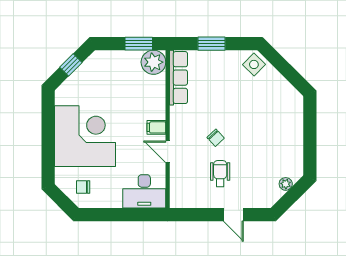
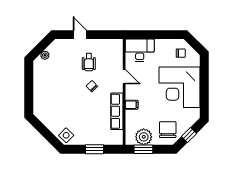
plant: (153, 62) -> (144, 137), moved
chair: (102, 73) -> (168, 130), added
row of seats: (178, 78) -> (117, 111), moved
filing cabinet: (156, 127) -> (132, 105), moved

